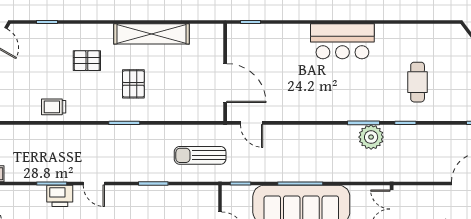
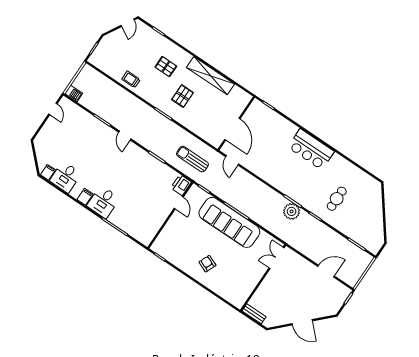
printer: (60, 196) -> (181, 185), moved, turned 90

